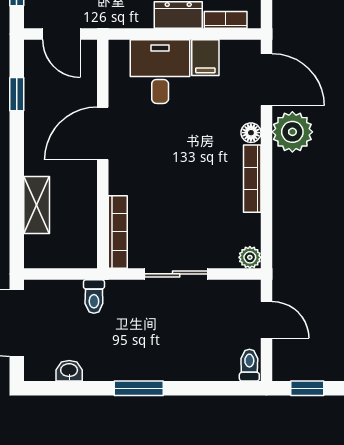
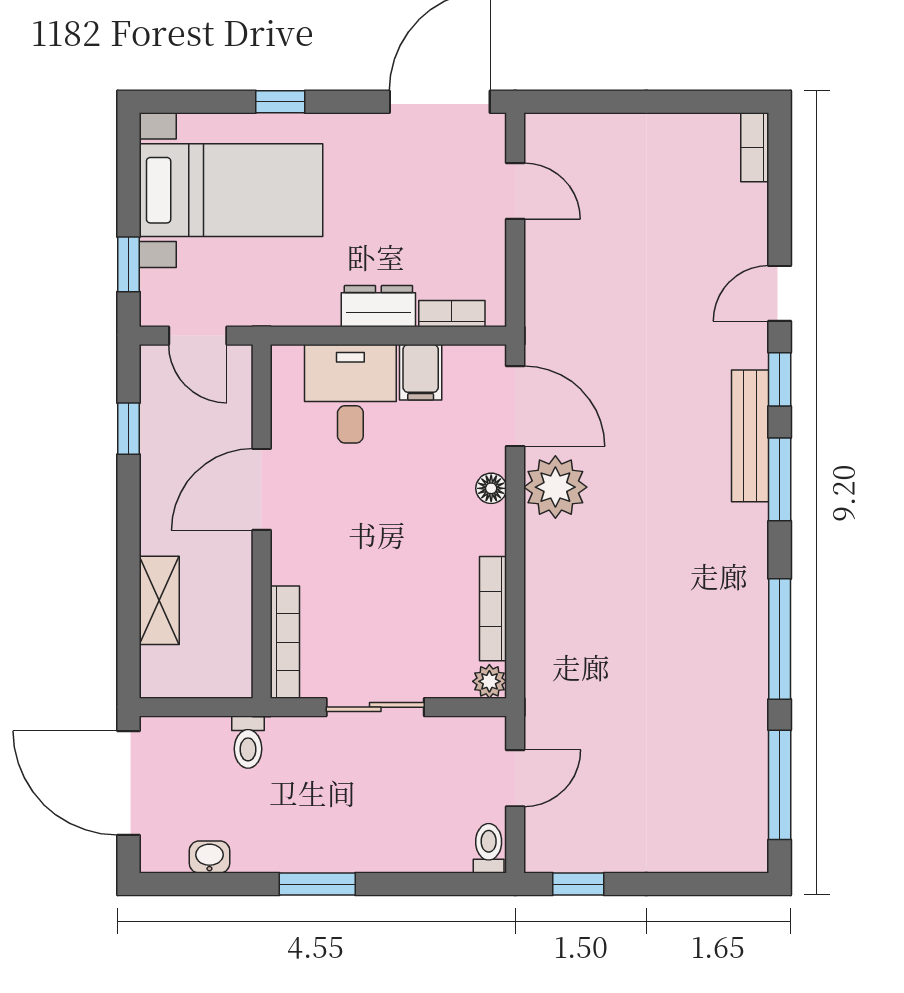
bookcase: (252, 179) -> (493, 609), moved
door: (266, 320) -> (515, 778), hinge flipped

